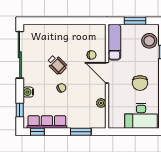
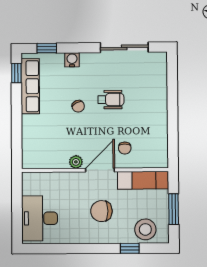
sliding door: (20, 55) -> (124, 47), width x0.73
wheelchair: (57, 64) -> (111, 100), turned -135
chair: (140, 83) -> (101, 211), moved
plant: (101, 103) -> (76, 162), moved
window: (81, 132) -> (17, 134), removed

